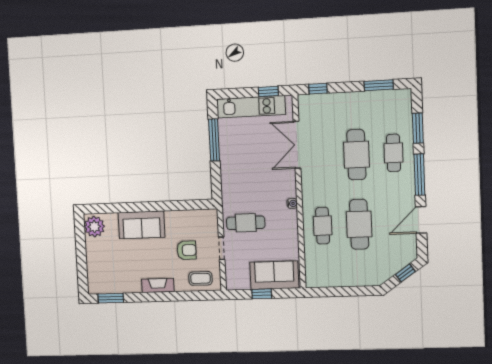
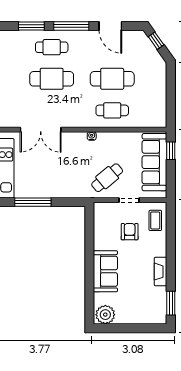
cafe table: (246, 223) -> (107, 178), turned 50
sofa: (274, 275) -> (154, 162), width x1.36
fireplace: (158, 285) -> (160, 272), moved
window: (262, 294) -> (171, 151), moved

